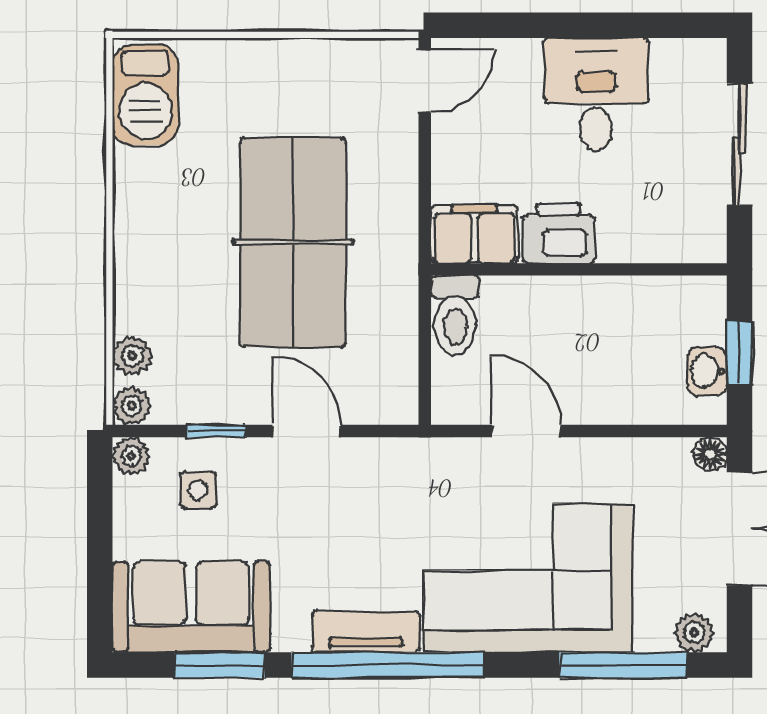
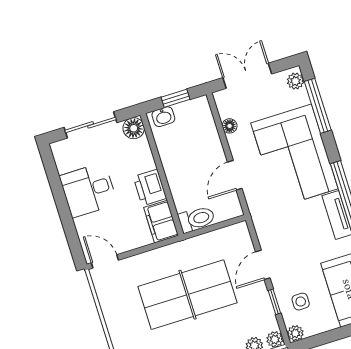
floor lamp: (702, 238) -> (134, 128), added
washbasin: (707, 371) -> (163, 117), moved
floor lamp: (710, 454) -> (230, 126), moved

